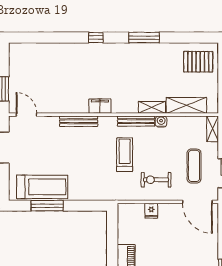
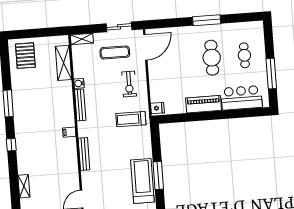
filing cabinet: (100, 106) -> (69, 132), width x0.50
shelving: (152, 107) -> (24, 186), moved
treadmill: (125, 155) -> (131, 119), moved
fridge: (151, 211) -> (157, 108), moved

